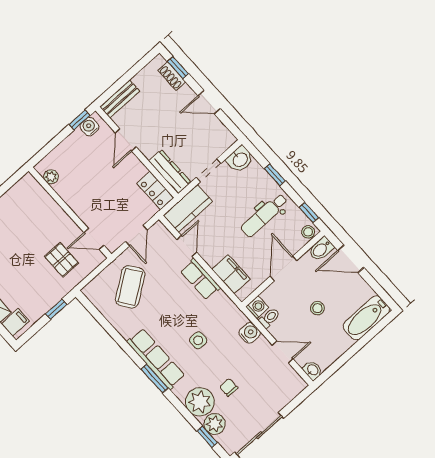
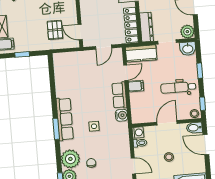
plant: (224, 139) -> (187, 32), added
locker: (155, 190) -> (131, 25), width x1.53
filing cabinet: (231, 274) -> (136, 86), moved, width x0.50
coffee table: (130, 287) -> (80, 71), removed
window: (56, 309) -> (22, 54), moved
water cooler: (250, 333) -> (122, 115), moved

